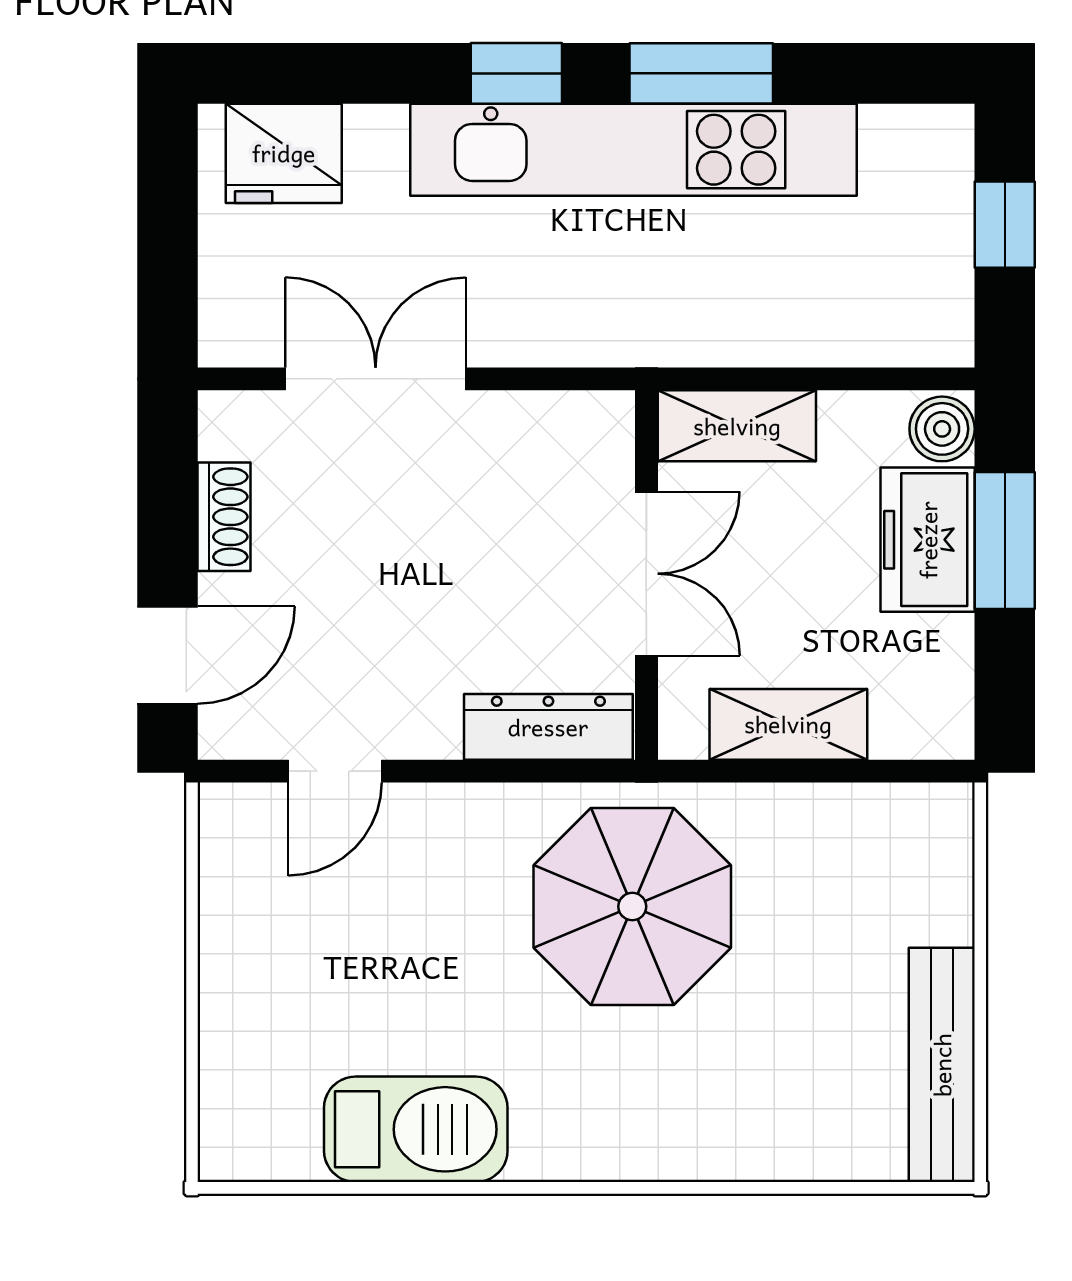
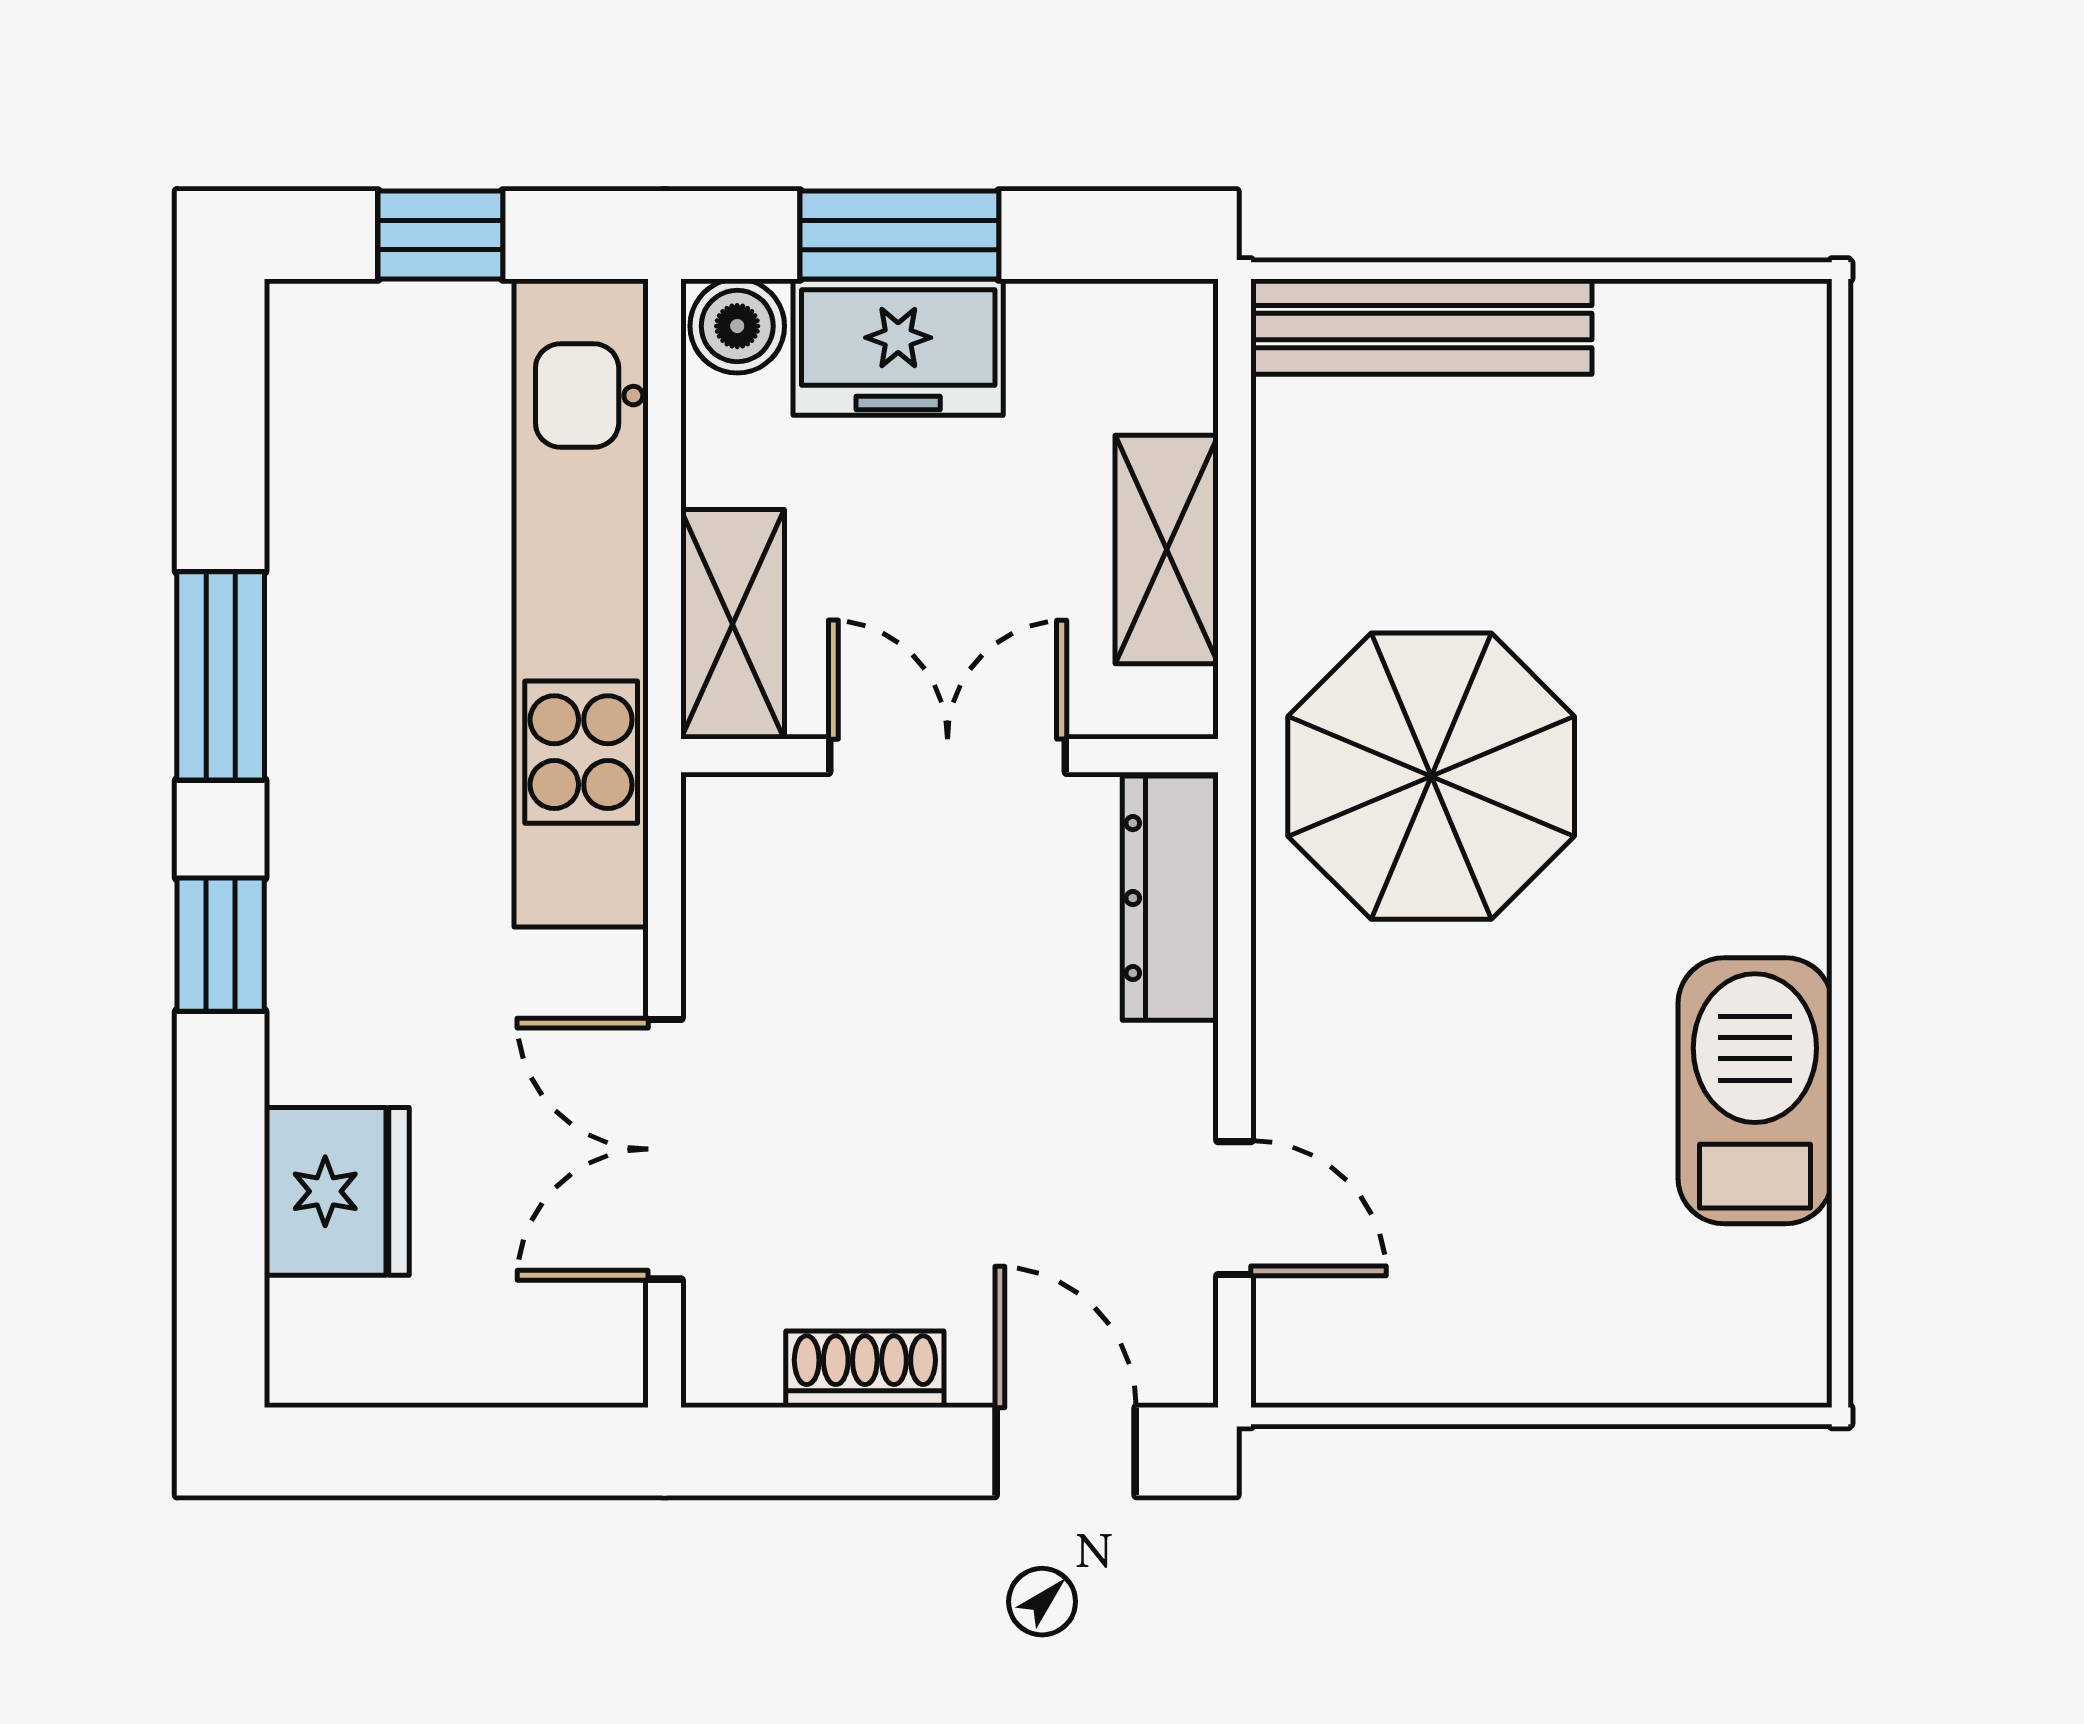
kitchen unit: (634, 150) -> (581, 603), moved, turned 180
fridge: (284, 153) -> (337, 1191), moved
bench: (942, 1065) -> (1421, 327), moved

